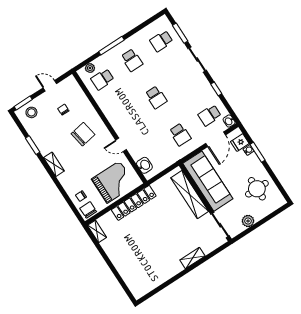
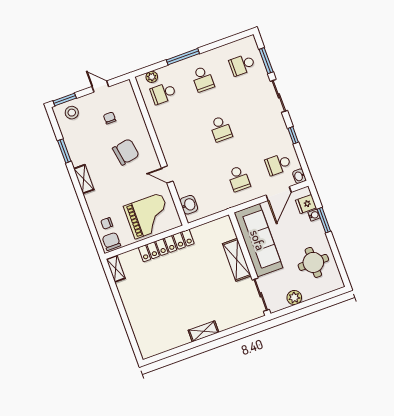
shelving: (190, 195) -> (237, 260), width x0.68
shelving: (192, 258) -> (203, 331), moved

